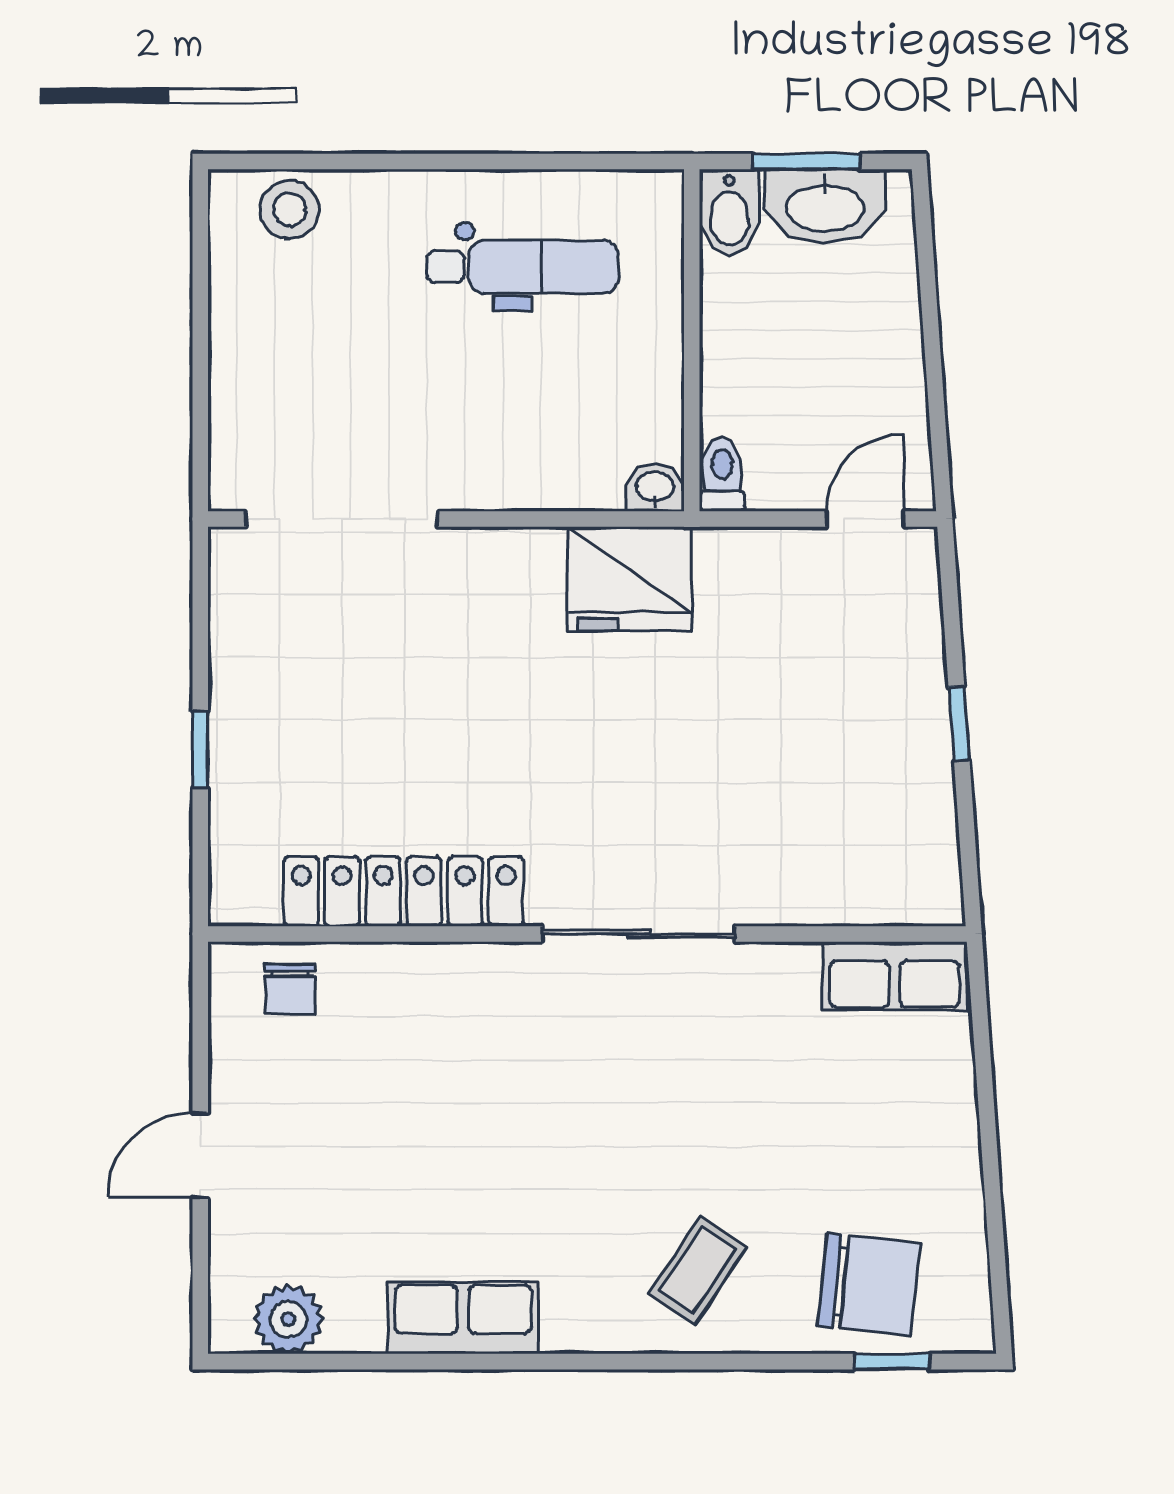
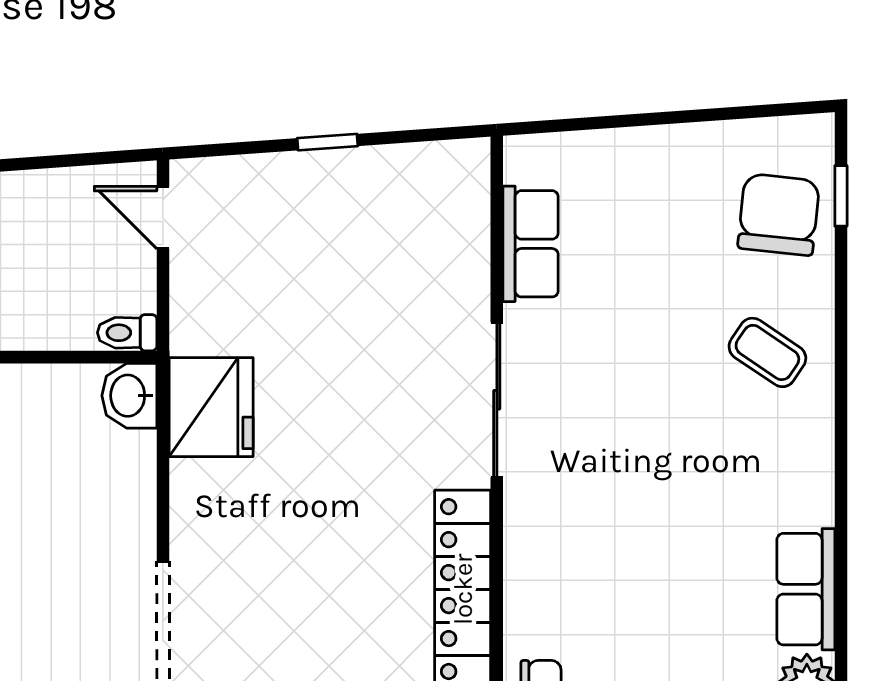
washbasin: (655, 488) -> (129, 396), width x1.38, depth x1.45
row of seats: (895, 976) -> (531, 244), moved
row of seats: (463, 1318) -> (806, 589), moved

